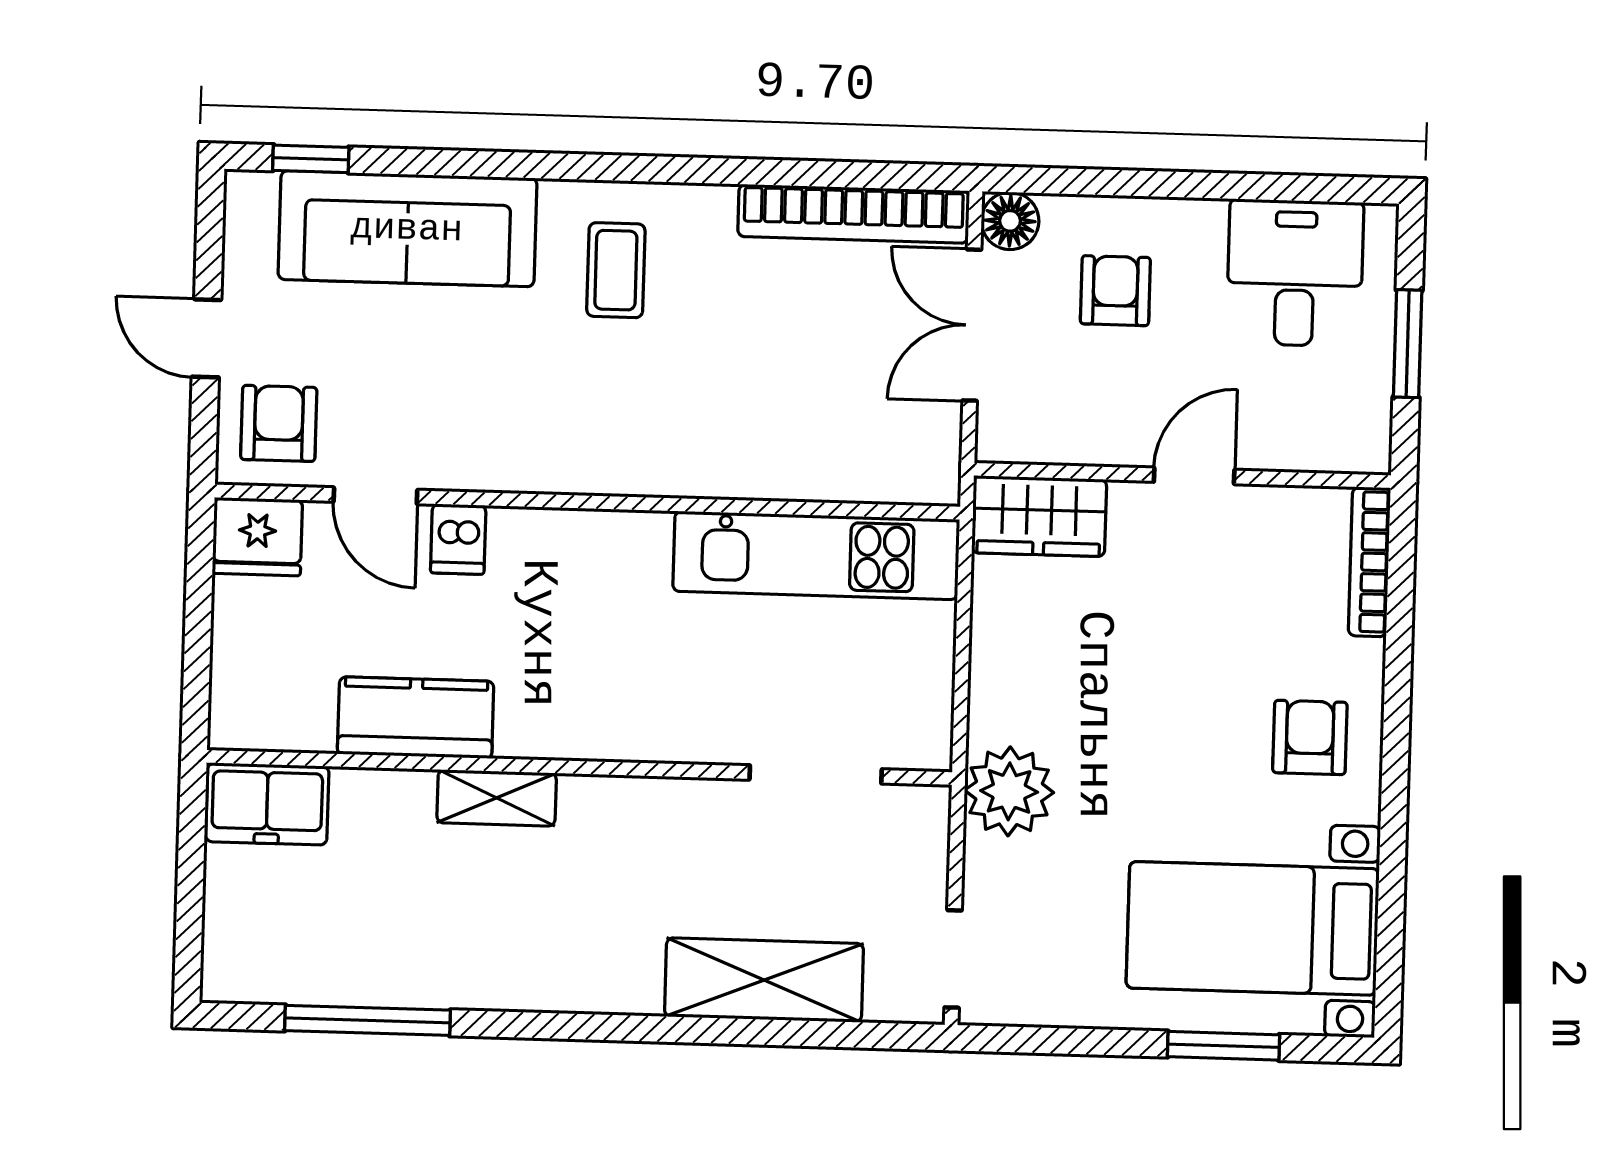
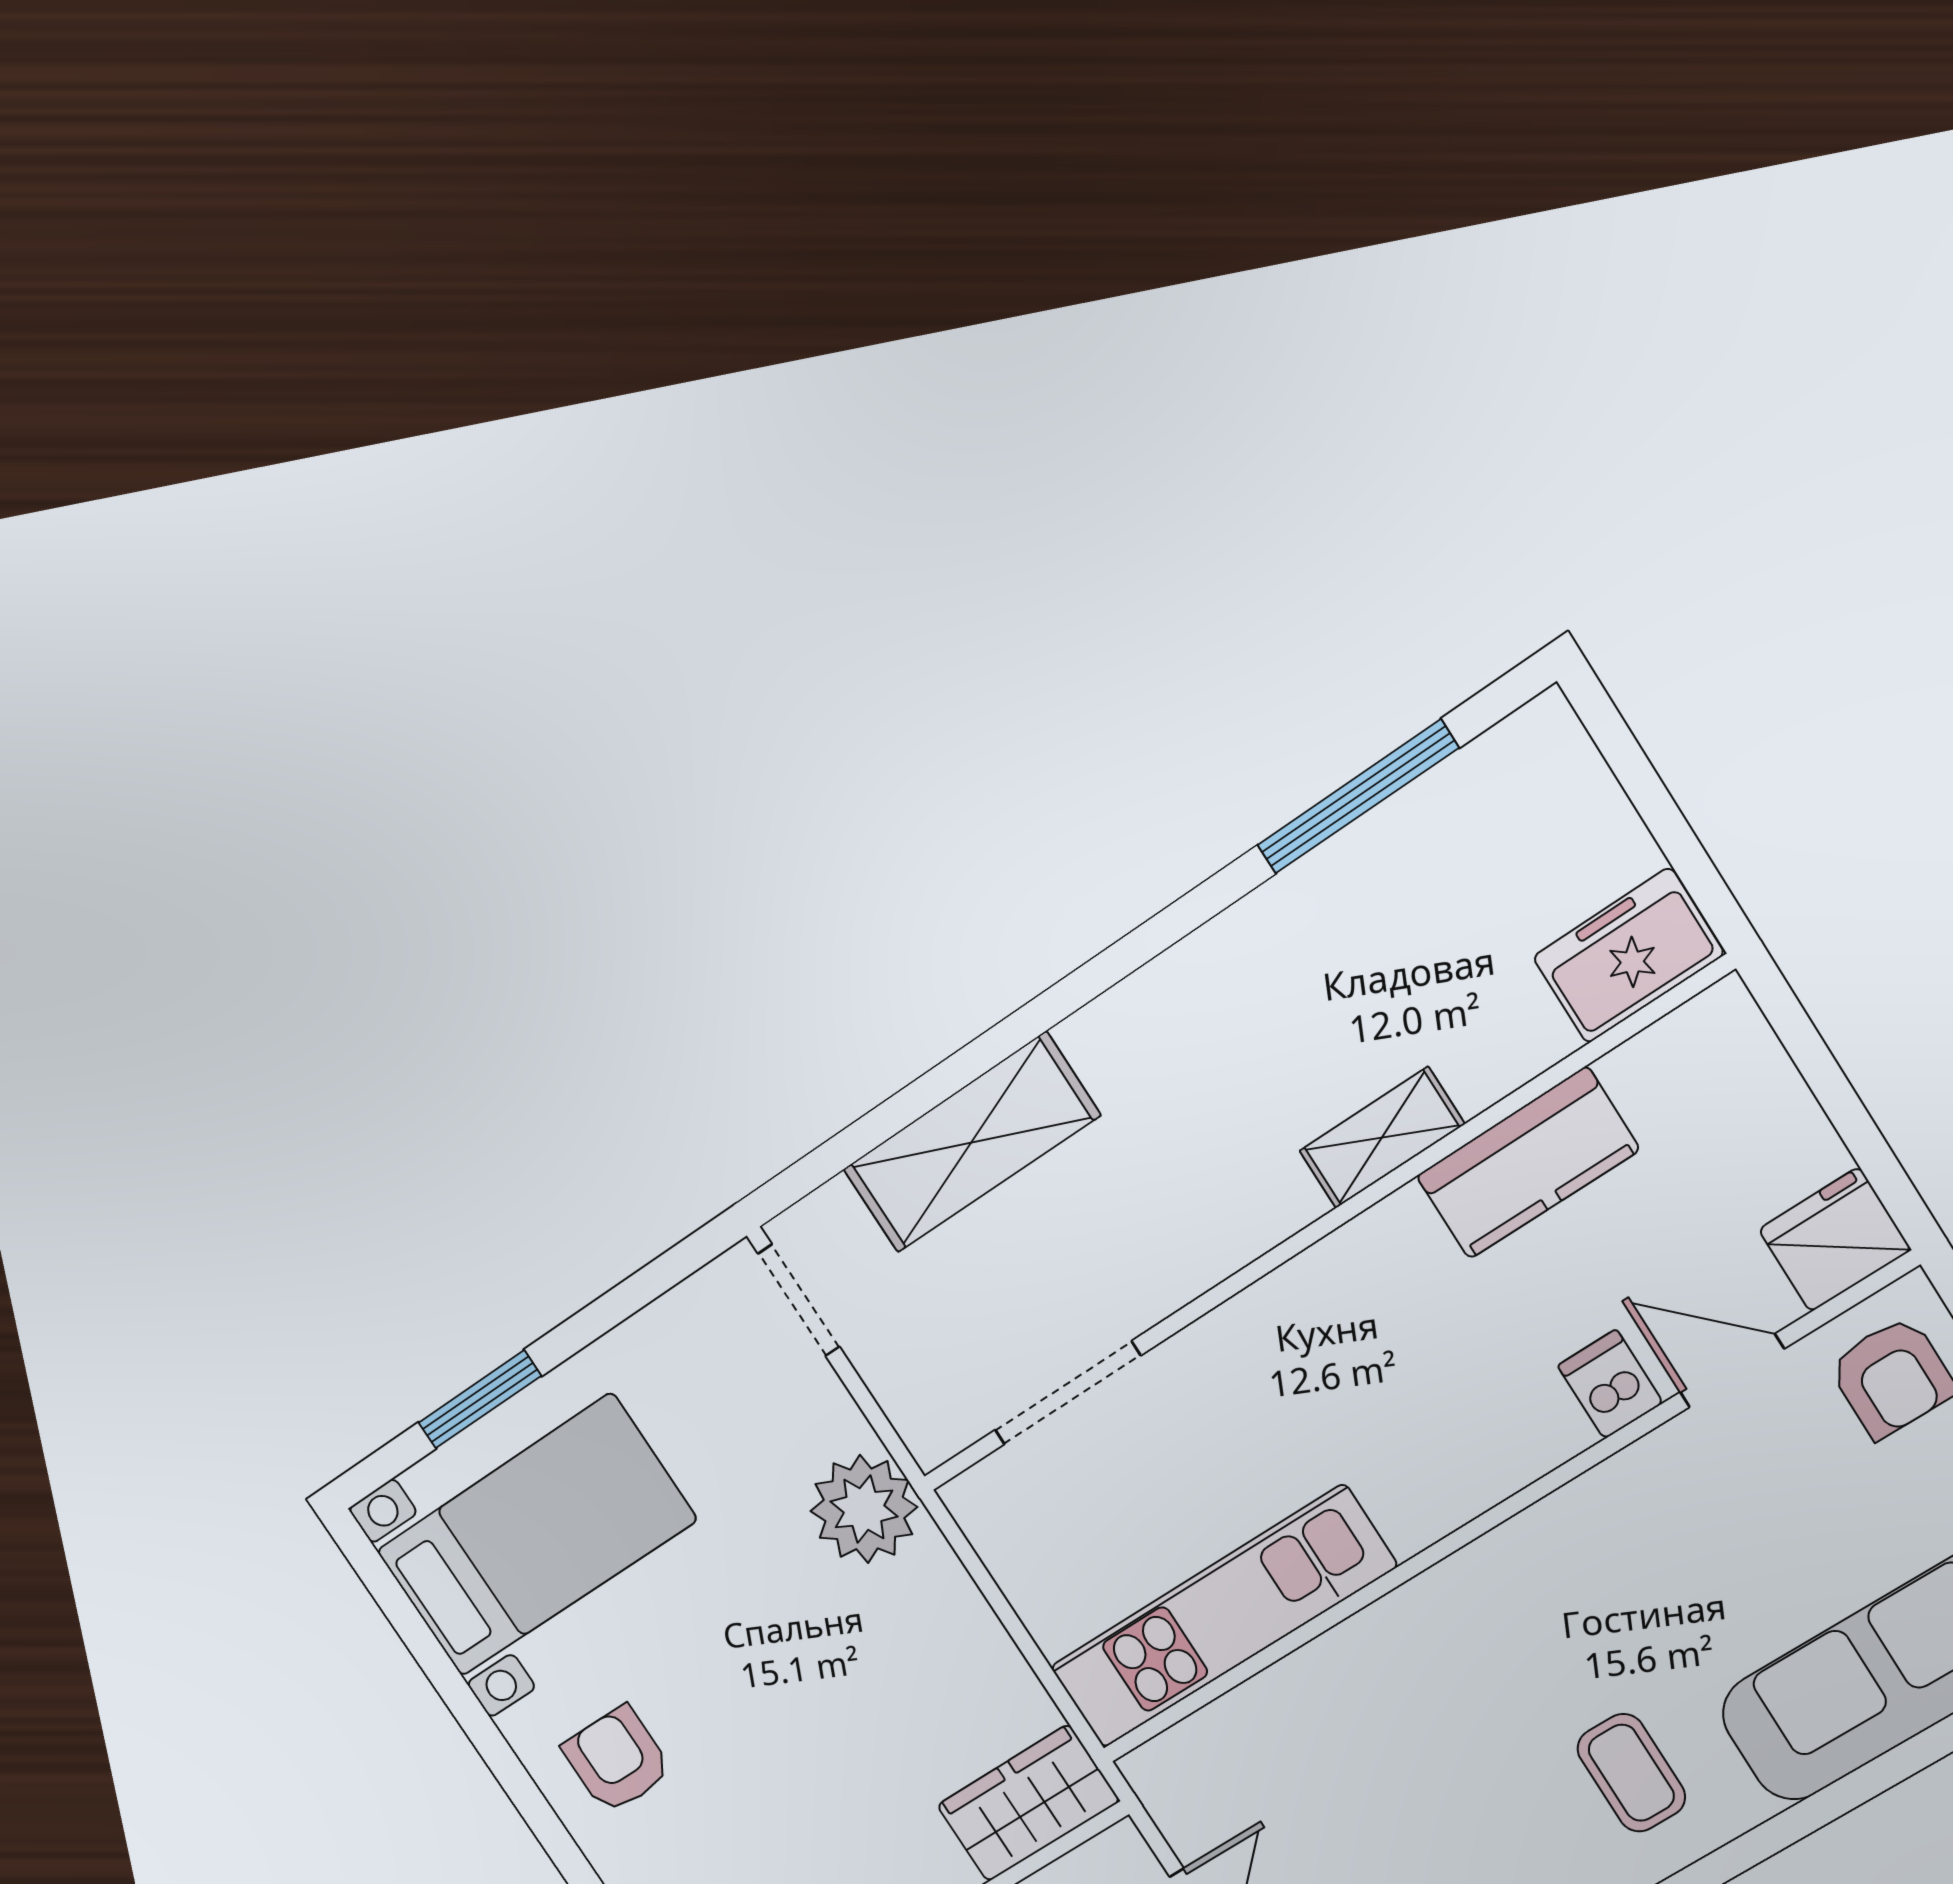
armchair: (1310, 737) -> (617, 1760), turned 180

